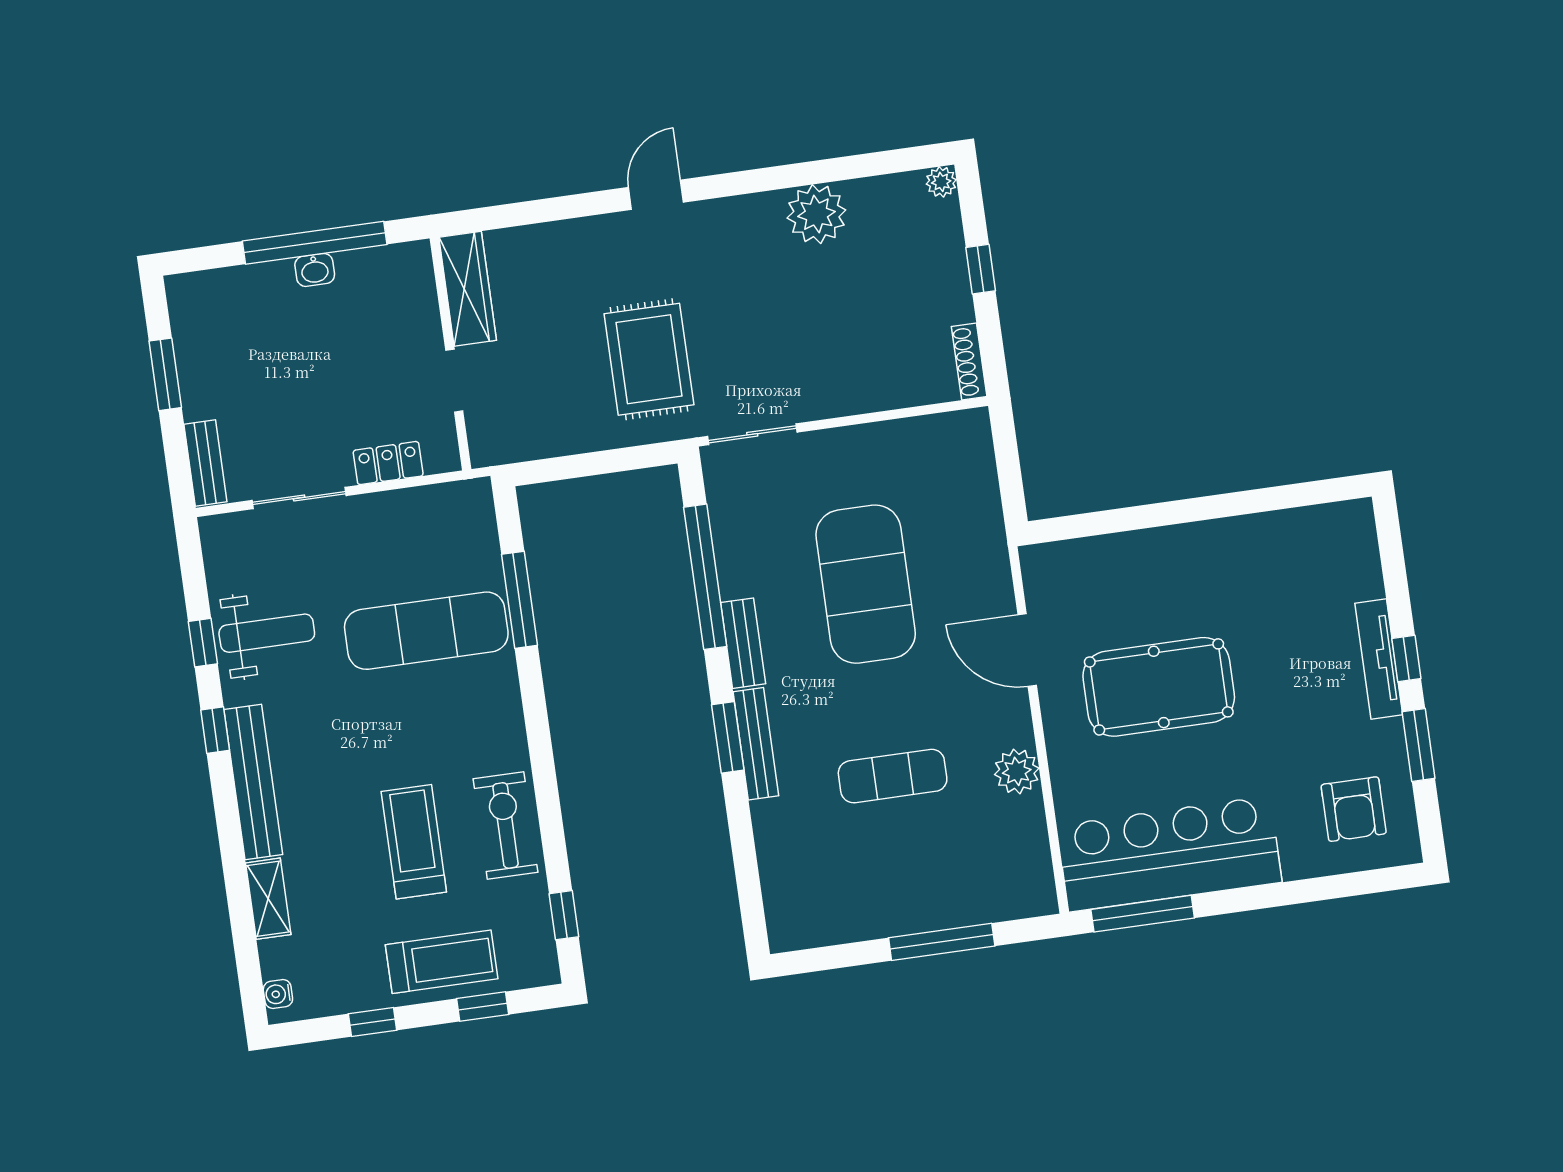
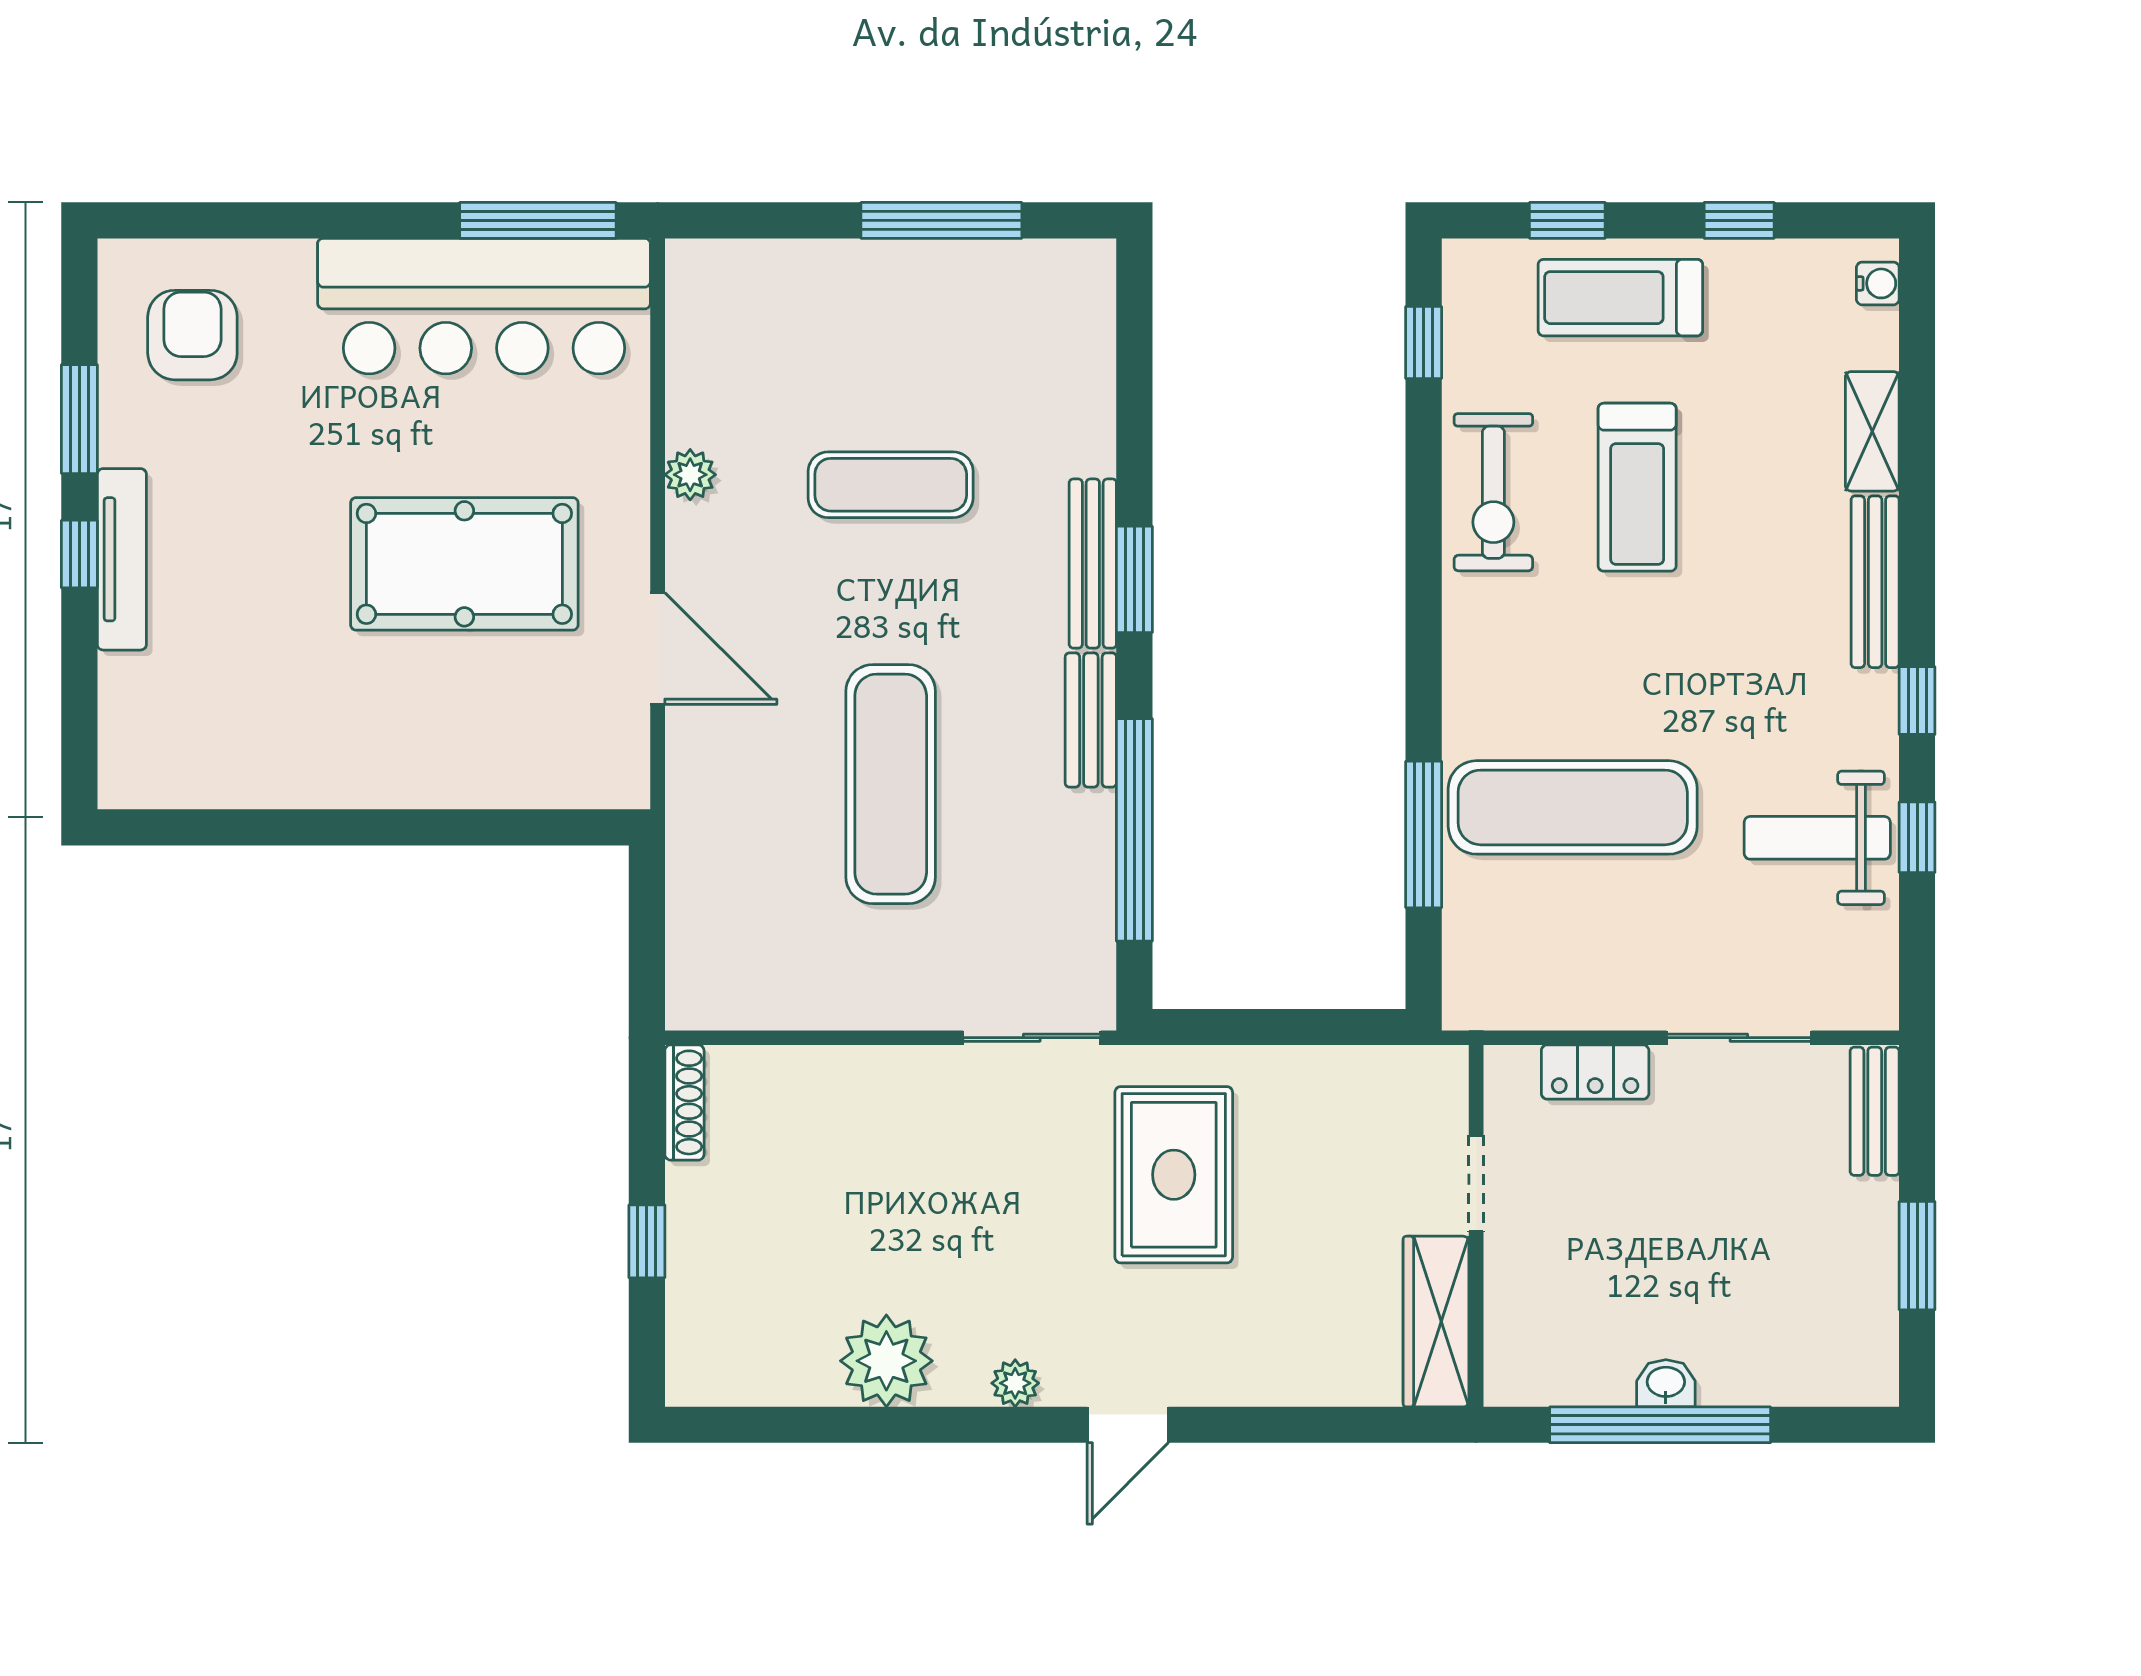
plant: (941, 182) -> (1015, 1383), moved
exercise mat: (866, 584) -> (891, 784), width x0.68
plant: (1017, 771) -> (690, 475), width x0.73, depth x0.73
bench: (253, 782) -> (1875, 582), width x0.73, depth x0.82
window: (942, 942) -> (941, 220), moved

